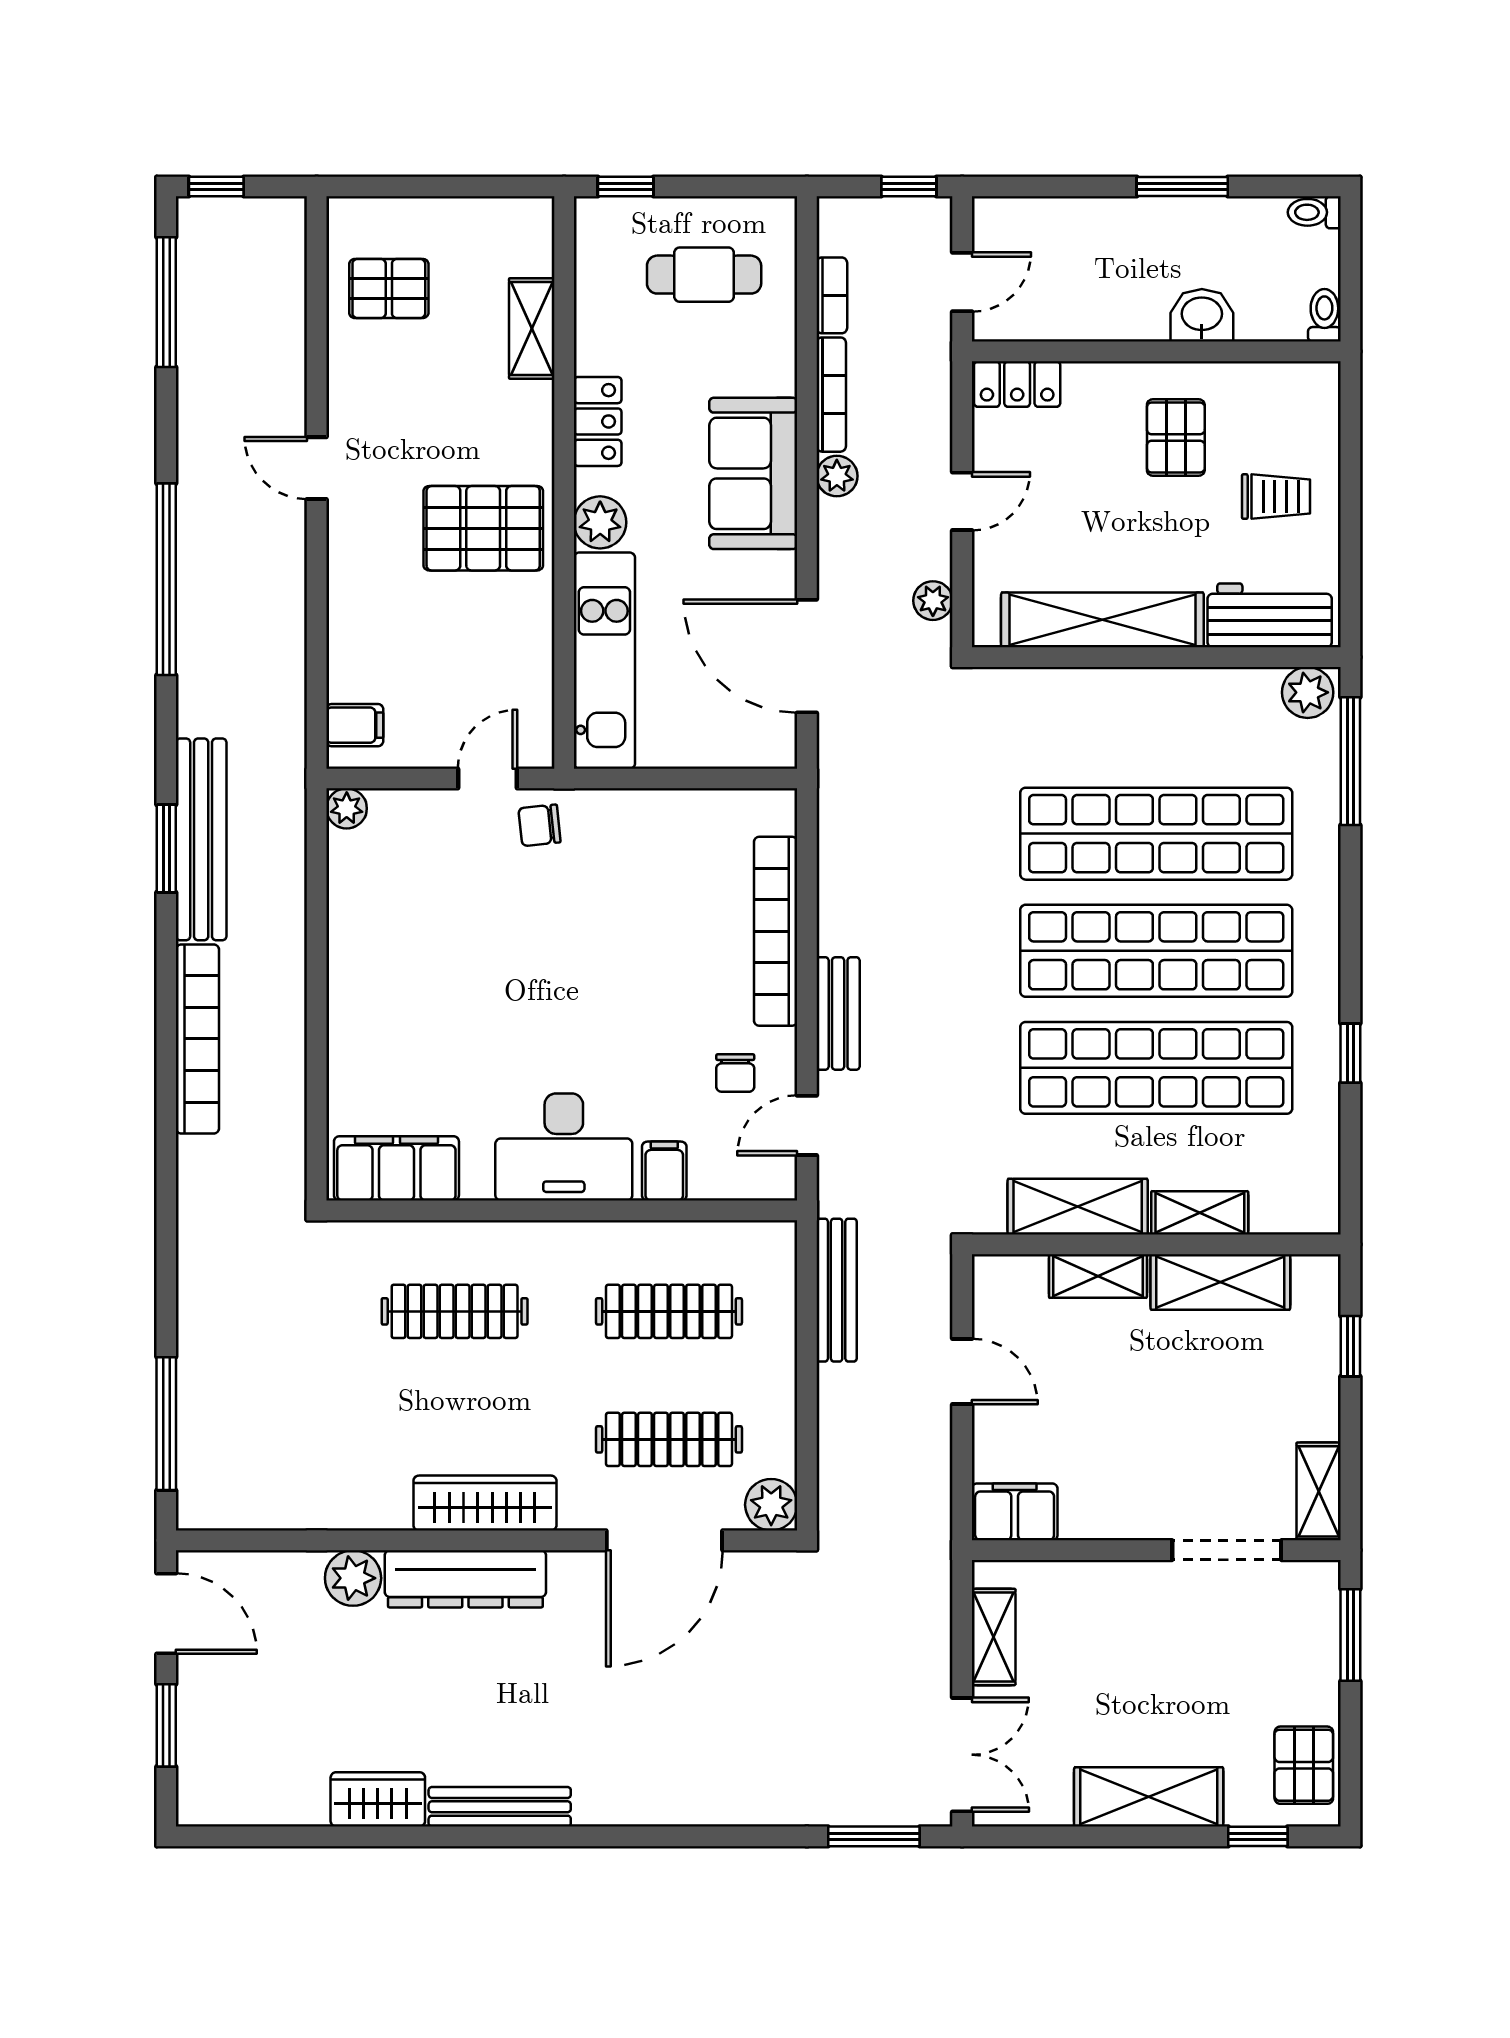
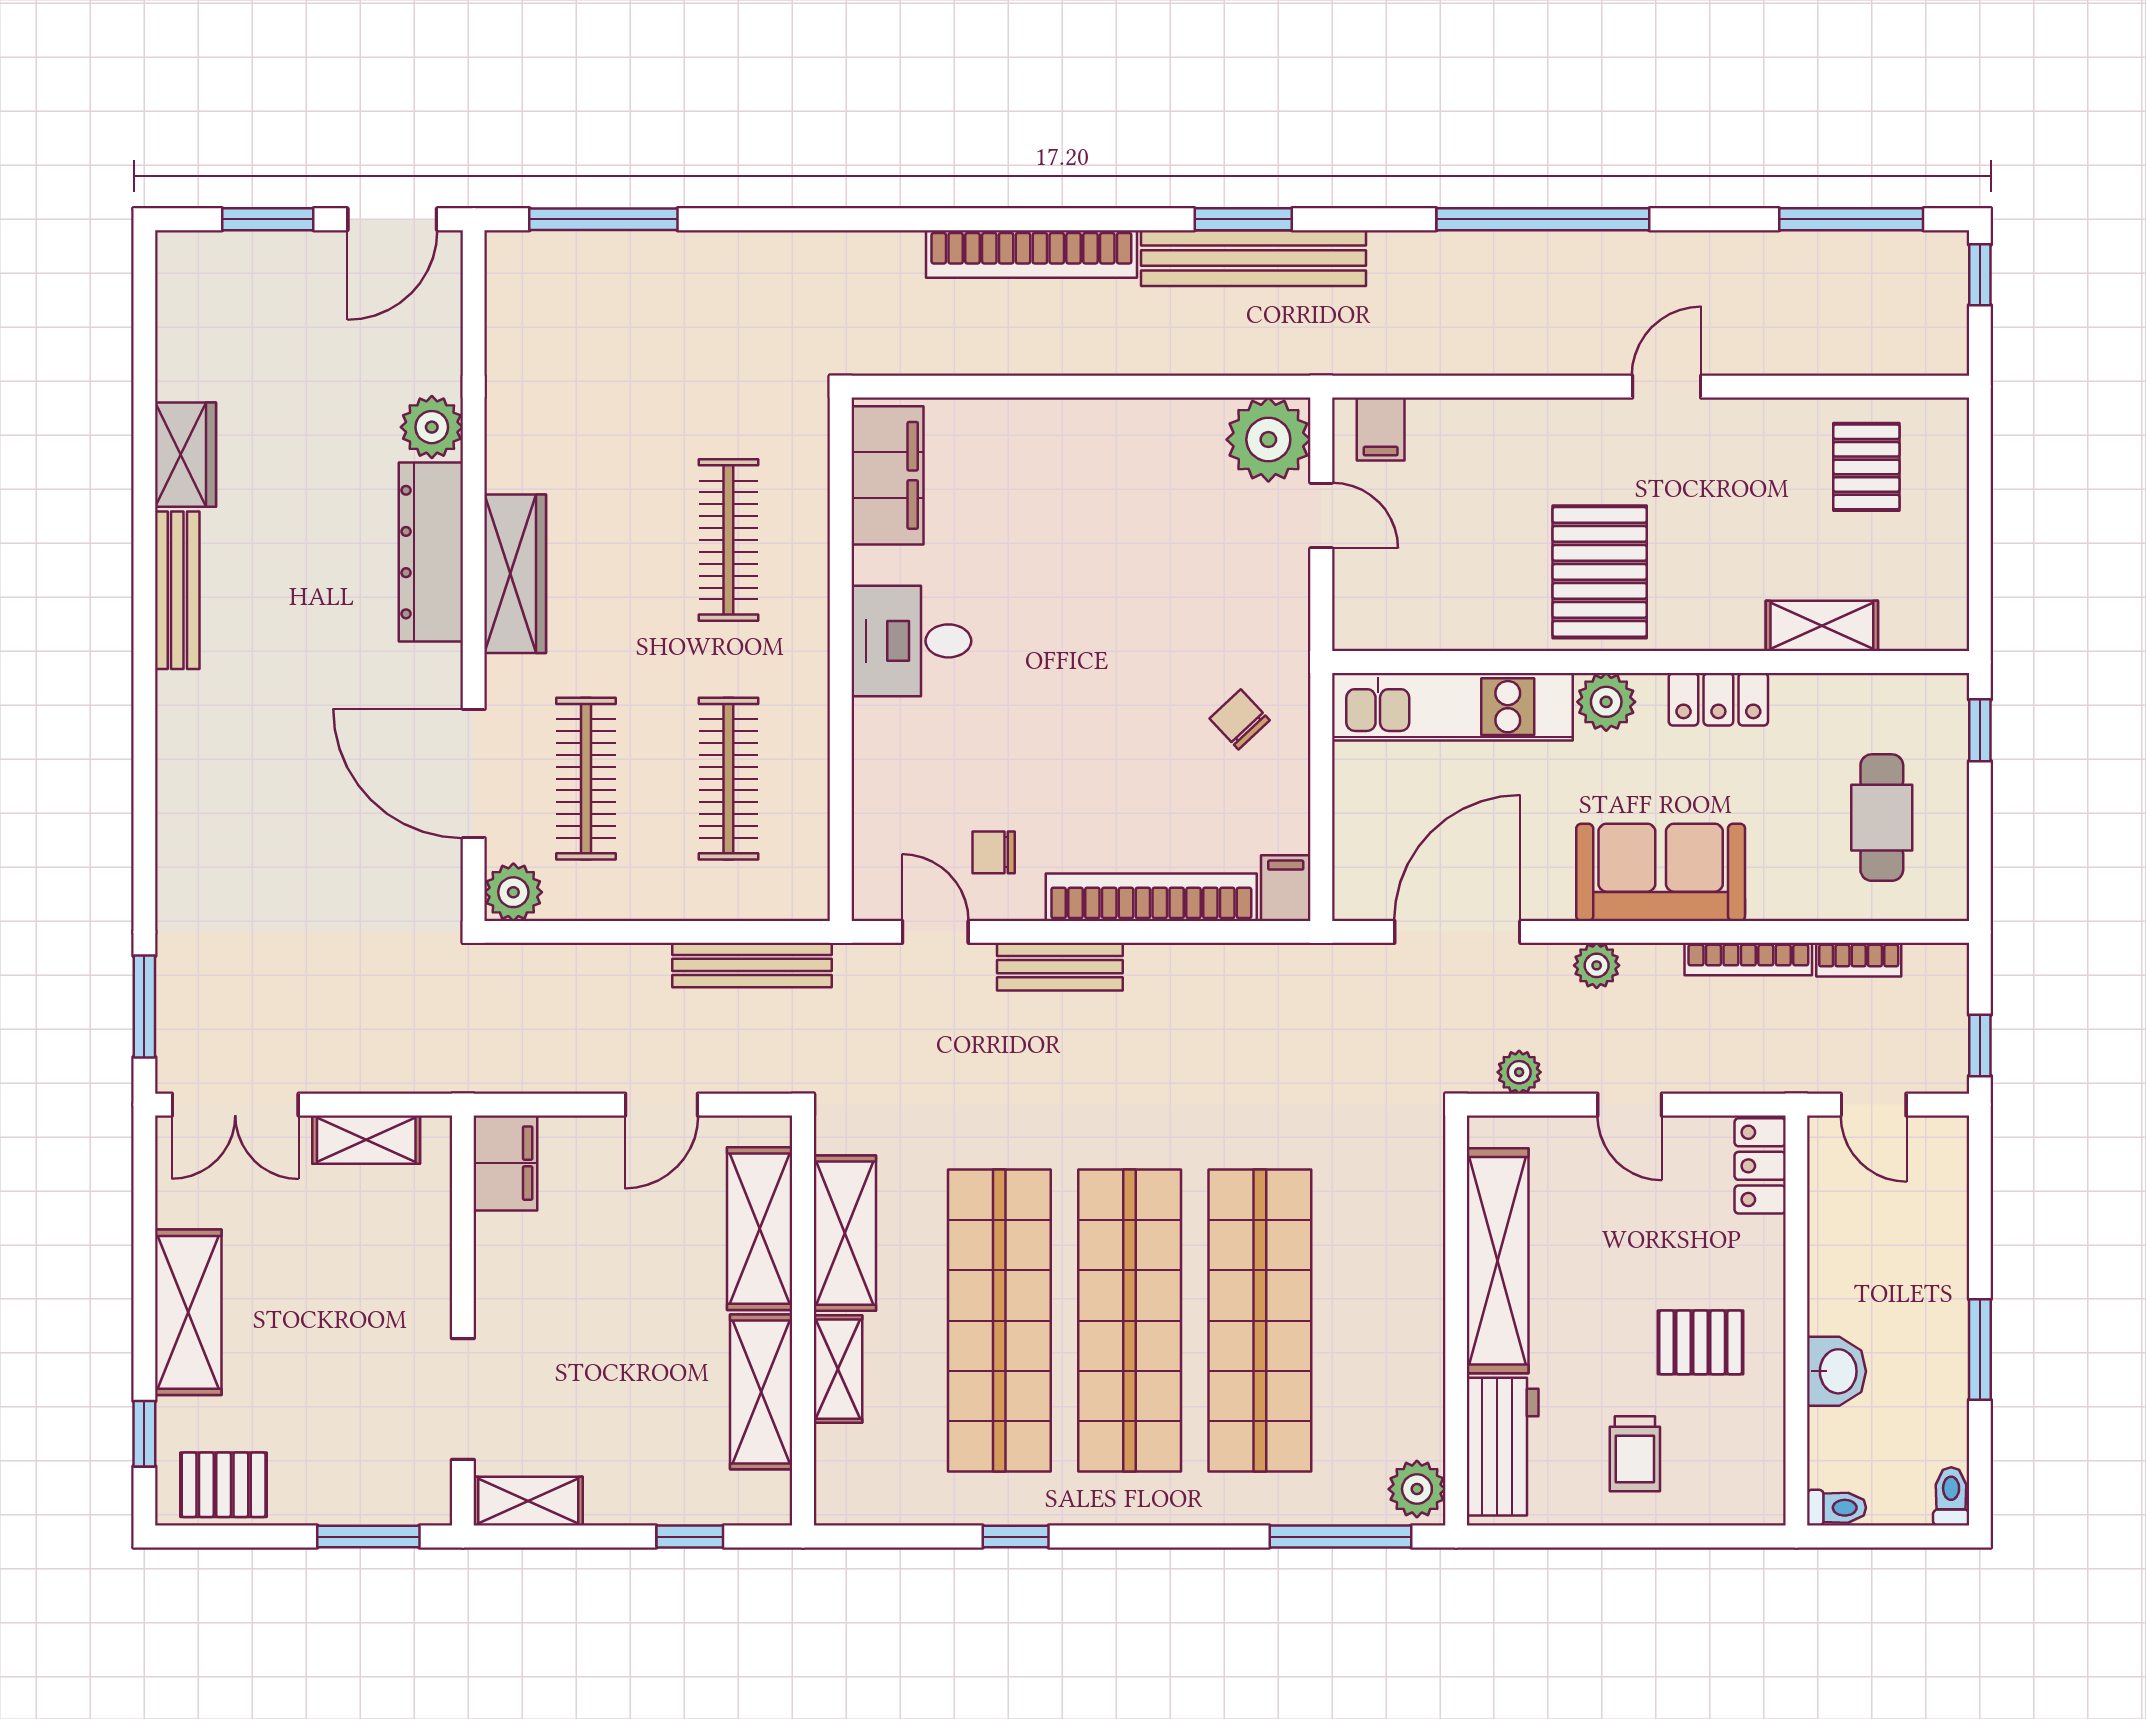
plant: (837, 476) -> (1597, 965), moved
door: (487, 778) -> (1321, 515), moved
plant: (347, 808) -> (1268, 440), width x1.87, depth x1.87
chair: (540, 825) -> (1240, 719), moved, turned -37
desk: (564, 1147) -> (911, 641), width x0.73
filing cabinet: (664, 1171) -> (1286, 888), moved, turned -90
shelving: (1098, 1276) -> (760, 1229), width x1.50, depth x1.33

